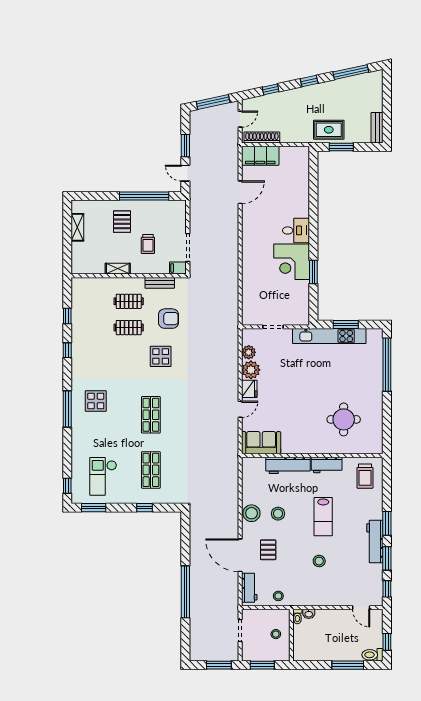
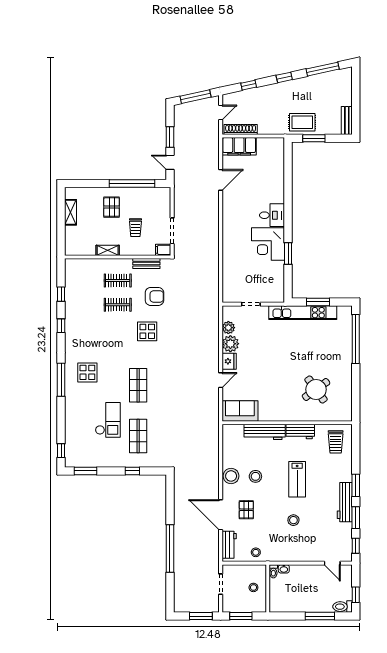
round table: (344, 419) -> (316, 389), turned -36
checkout: (103, 476) -> (108, 420), moved, turned 180

